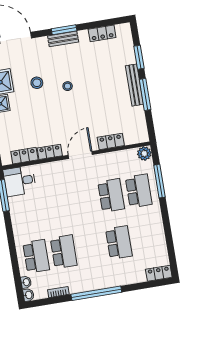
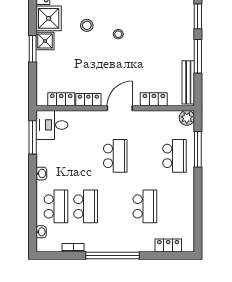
bench: (134, 85) -> (188, 82), moved
school desk: (111, 195) -> (115, 156), moved
locker: (159, 273) -> (168, 245), moved
washbasin: (28, 295) -> (41, 174), moved

